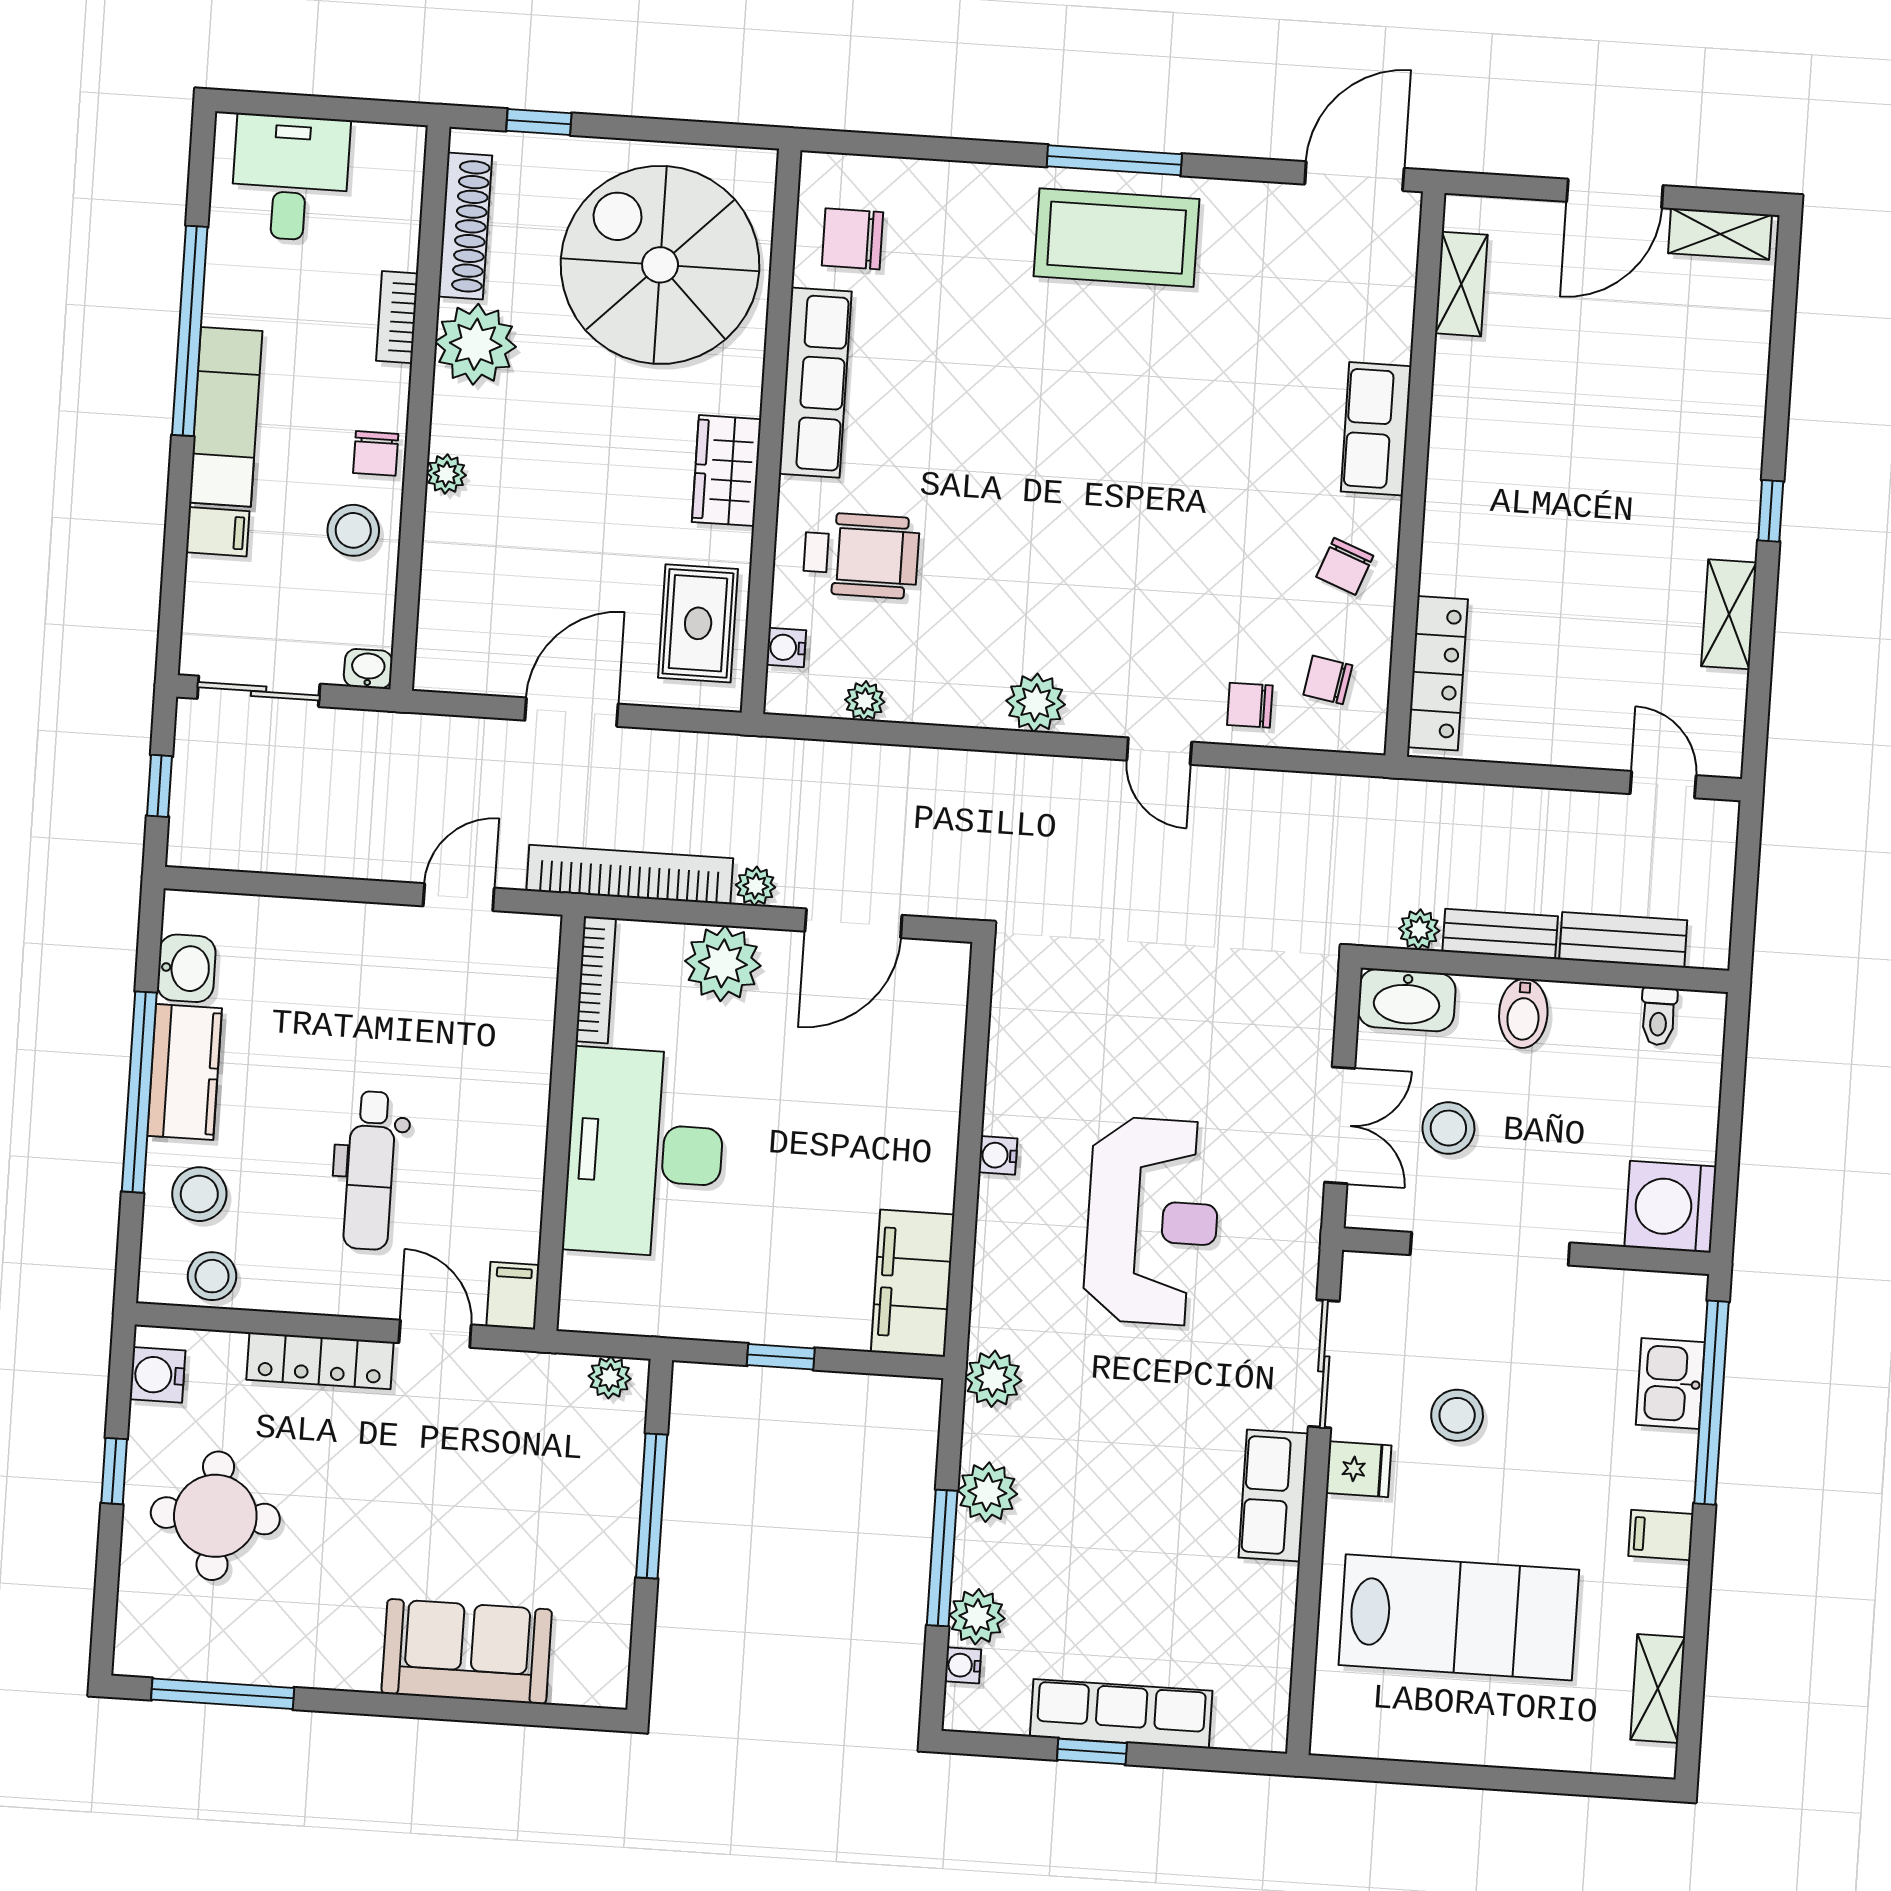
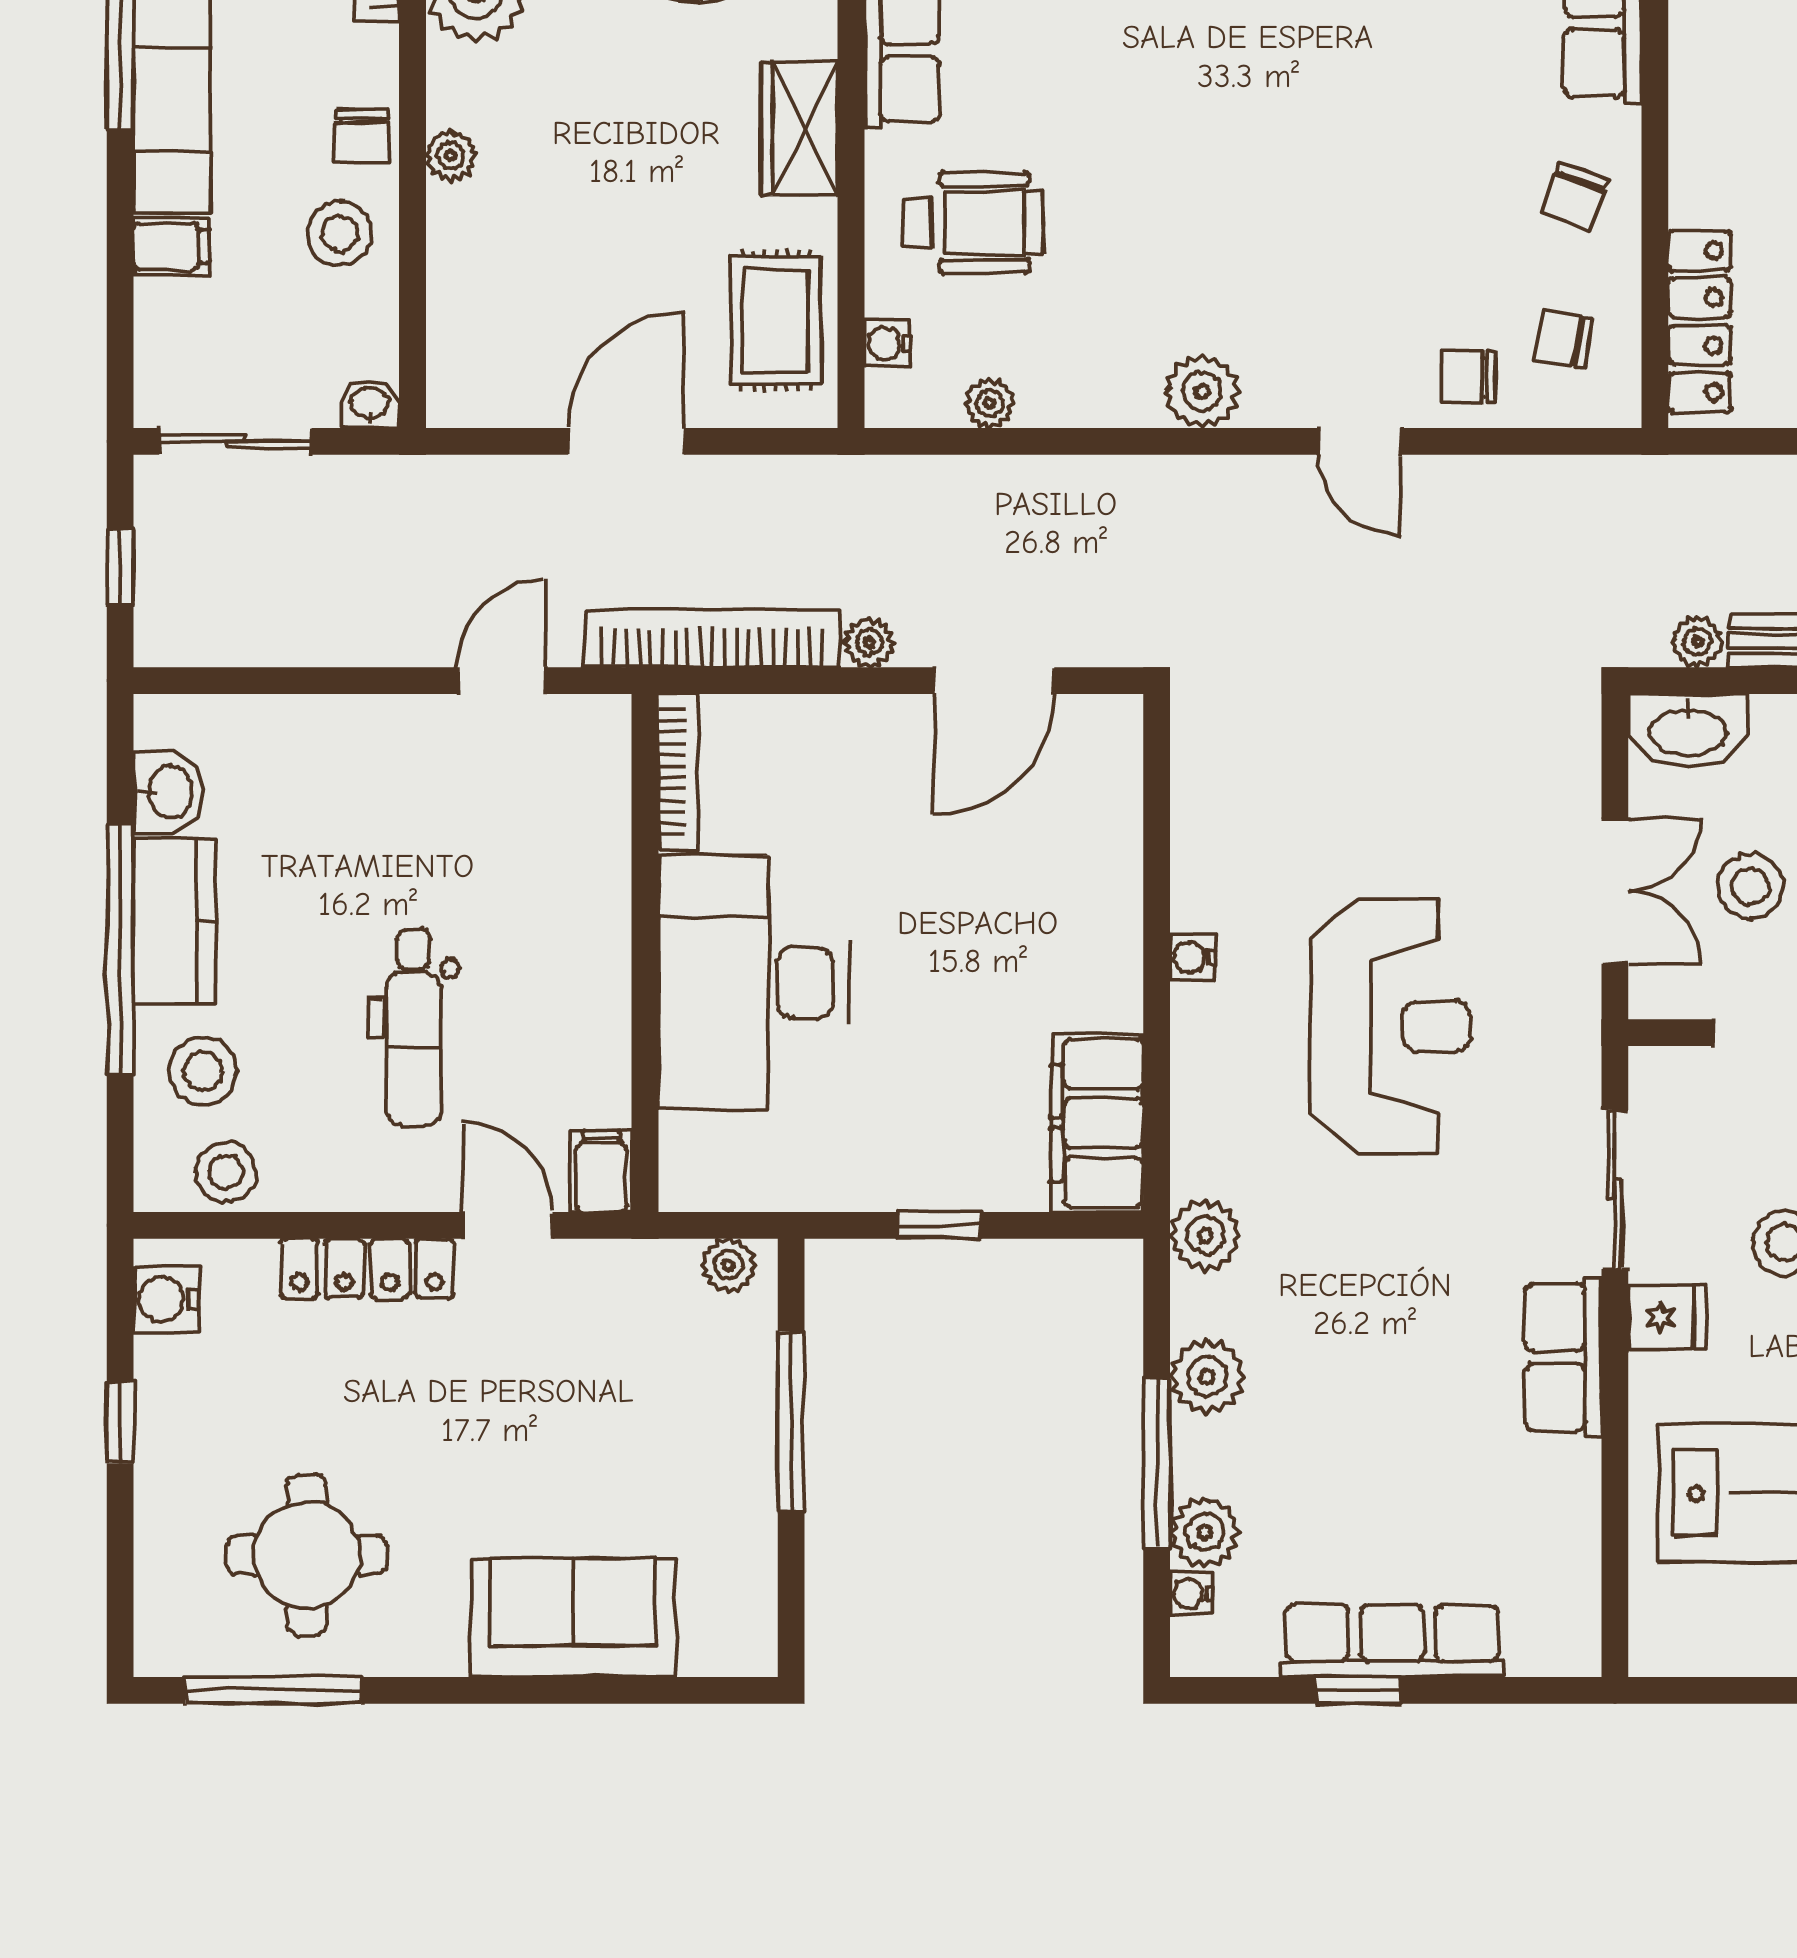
plant: (723, 963) -> (835, 741), removed
round table: (215, 1516) -> (307, 1555), moved

